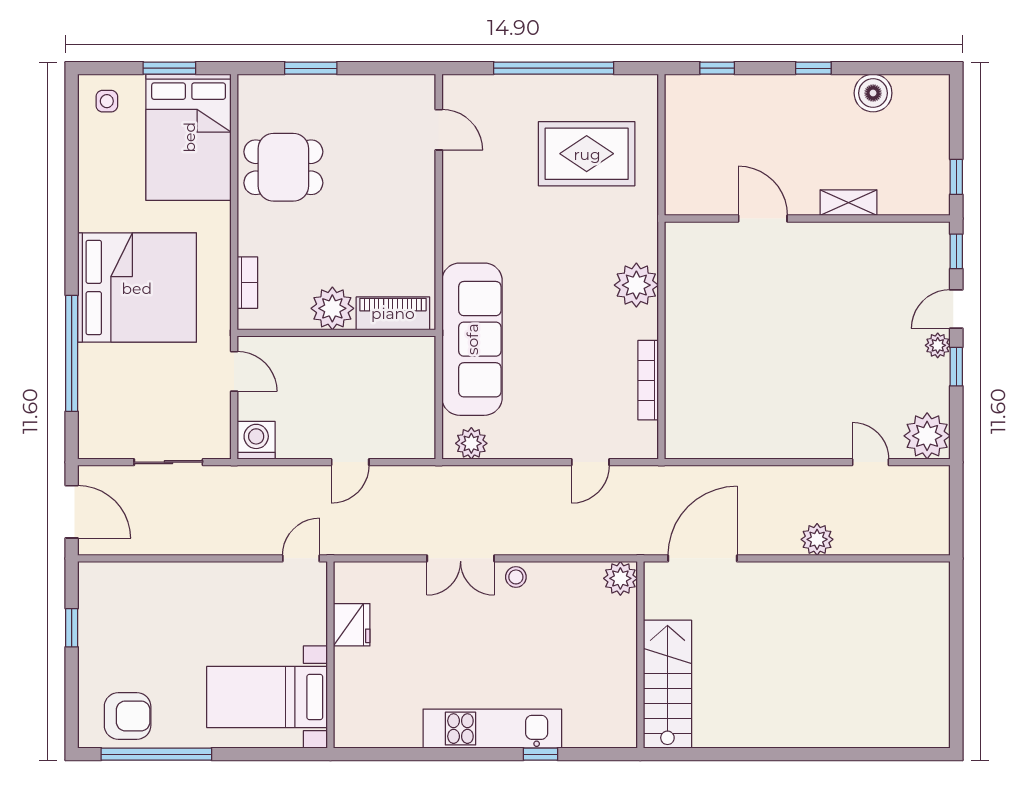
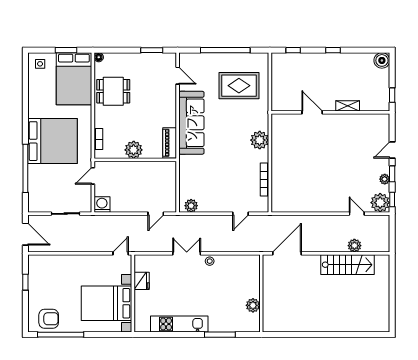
window: (311, 68) -> (152, 50), moved
floor lamp: (248, 85) -> (99, 57), added
boiler: (873, 93) -> (382, 60), moved
window: (956, 251) -> (392, 200), moved
piano: (393, 313) -> (170, 143), moved, turned -90
sofa: (472, 339) -> (191, 123), moved
plant: (938, 345) -> (385, 179), moved
door: (234, 371) -> (93, 176), swing flipped
door: (350, 462) -> (156, 214), moved
plant: (817, 539) -> (354, 246), moved
double door: (461, 558) -> (187, 253), swing flipped
plant: (620, 578) -> (253, 305), moved
stairs: (667, 684) -> (348, 265), moved, turned 90
bed with nightstands: (267, 697) -> (106, 303), width x1.36
kitchen unit: (492, 729) -> (179, 324), moved
window: (541, 754) -> (220, 335), width x2.17

